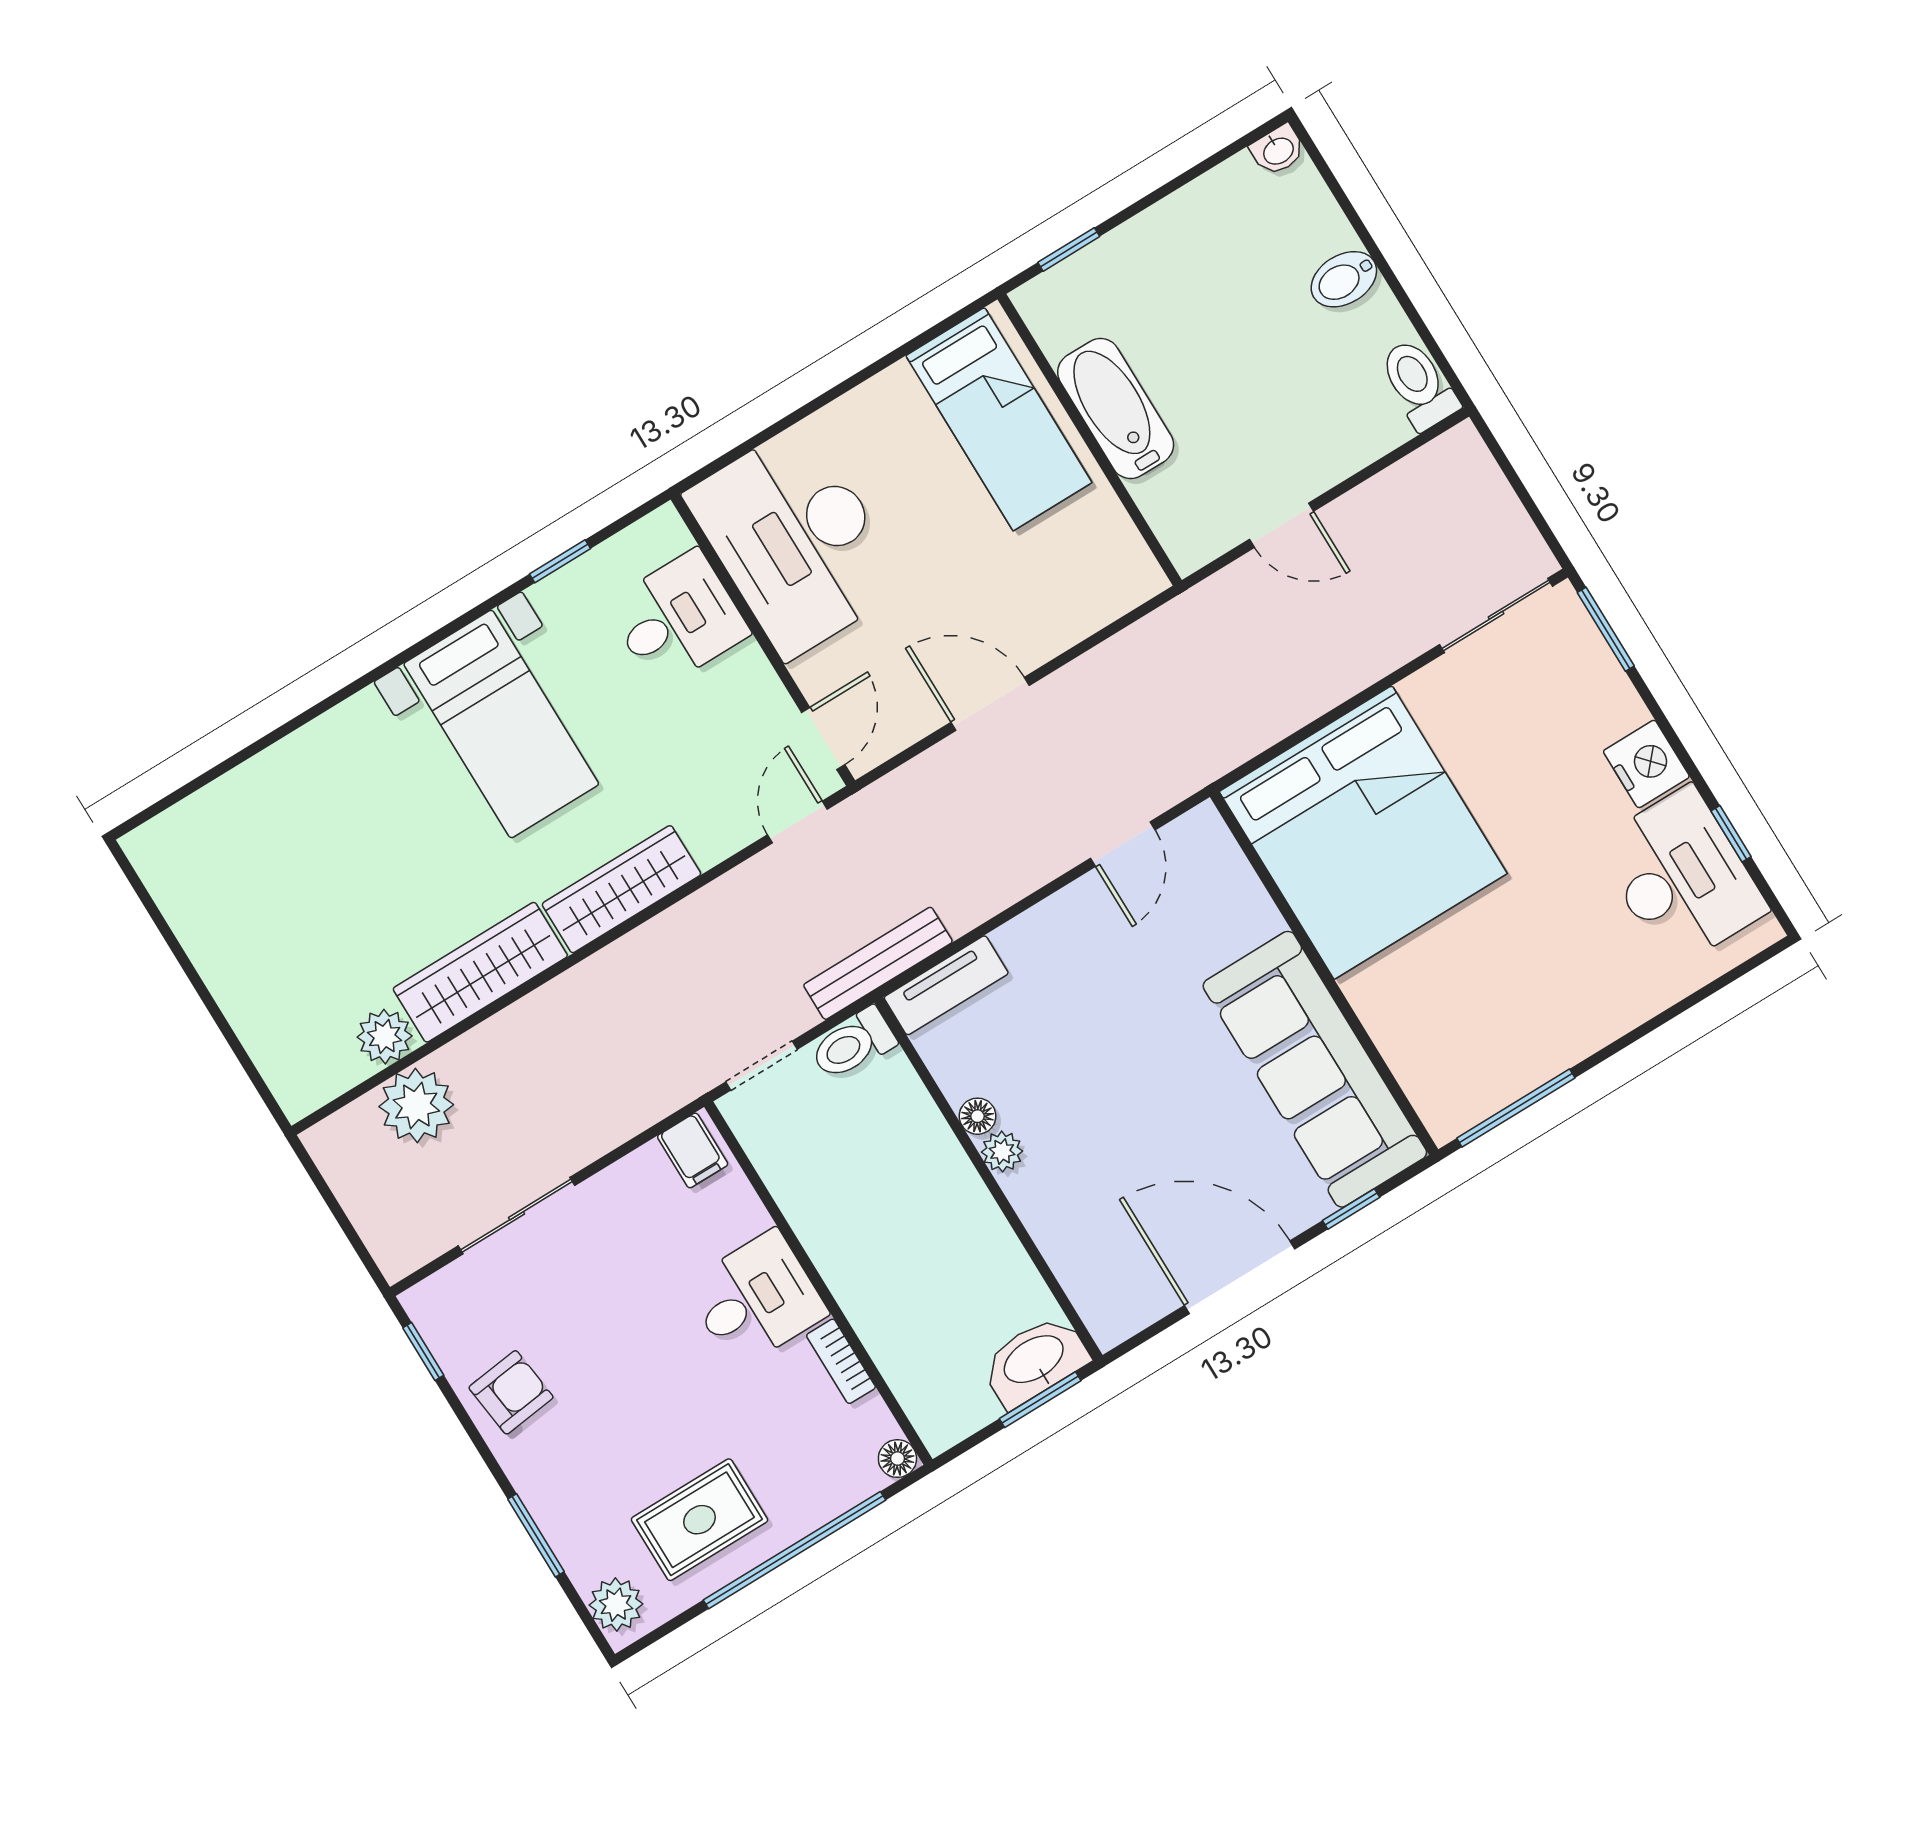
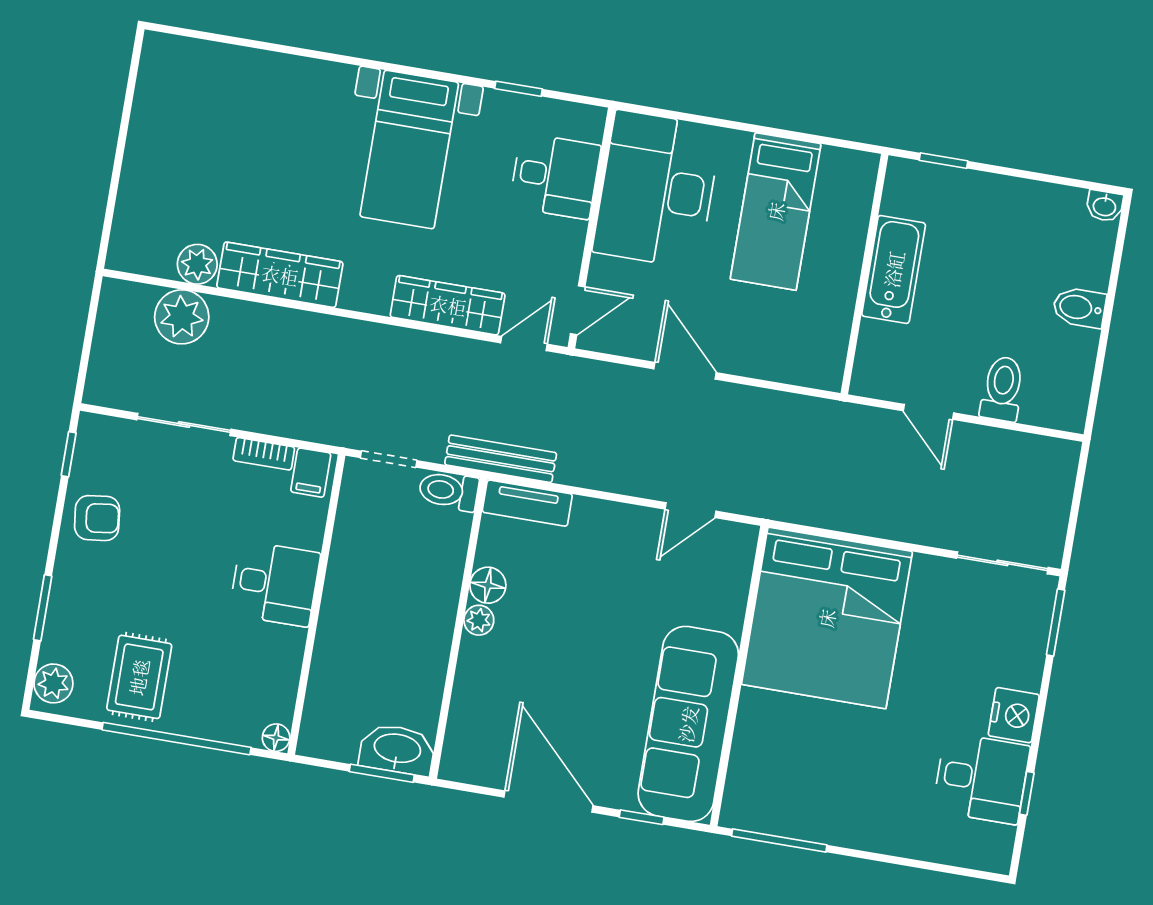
toilet: (1419, 384) -> (1002, 389), moved
bed: (999, 419) -> (776, 211), moved
desk: (1681, 877) -> (981, 778), width x0.73
wardrobe: (621, 889) -> (448, 305), moved
floor lamp: (978, 1116) -> (488, 585), width x1.37, depth x1.37
bookcase: (841, 1361) -> (264, 454), moved, turned -90
rug: (700, 1520) -> (139, 677), turned 90

